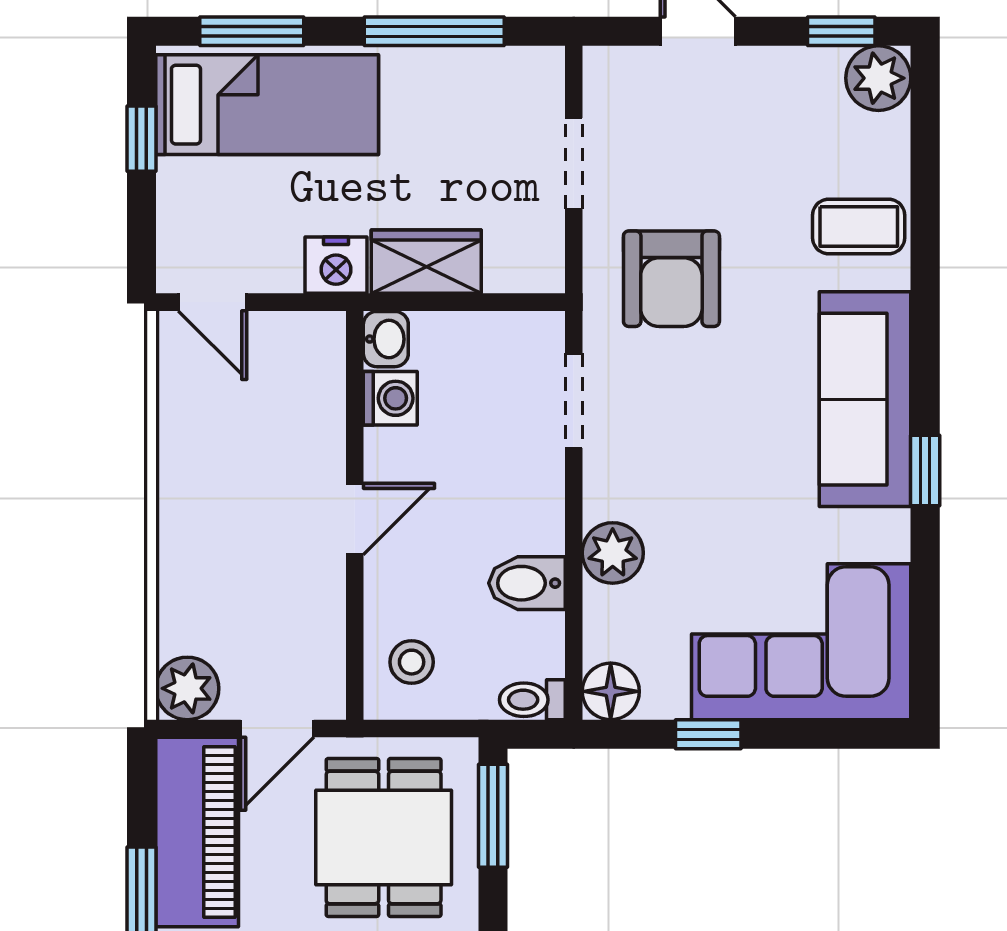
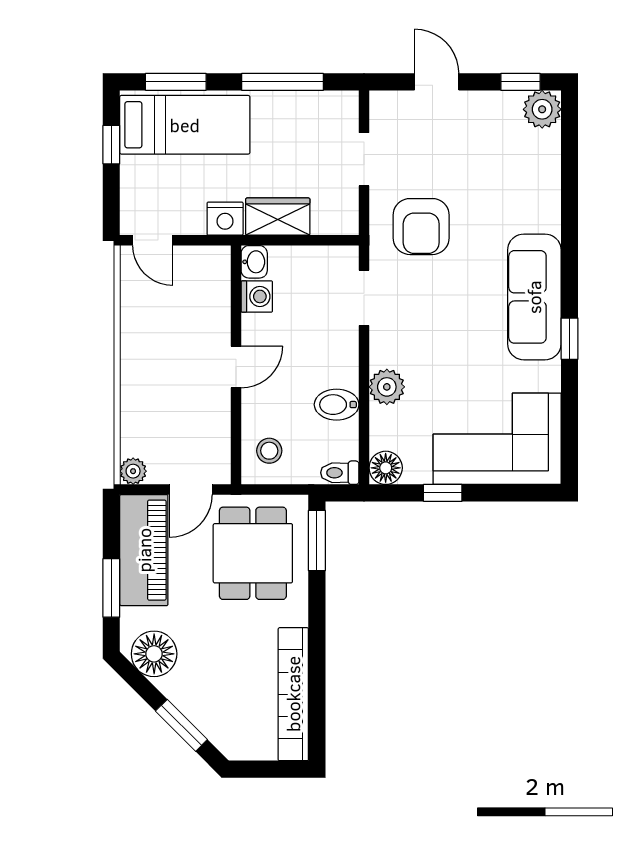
coffee table: (859, 227) -> (531, 196), removed
plant: (187, 688) -> (133, 471), width x0.73, depth x0.73

